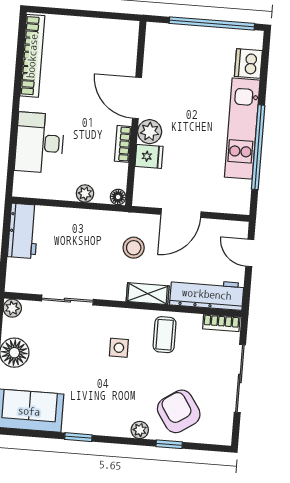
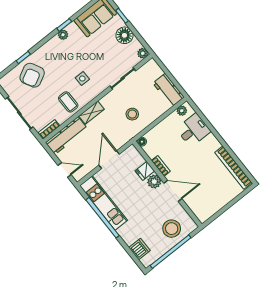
stool: (183, 51) -> (172, 229), added
kitchen unit: (242, 129) -> (104, 203), moved
desk: (39, 143) -> (193, 130), width x0.73
plant: (85, 193) -> (182, 111), moved
stool: (134, 248) -> (132, 114), moved
armchair: (179, 411) -> (32, 75), turned 96
plant: (140, 430) -> (63, 35), moved

